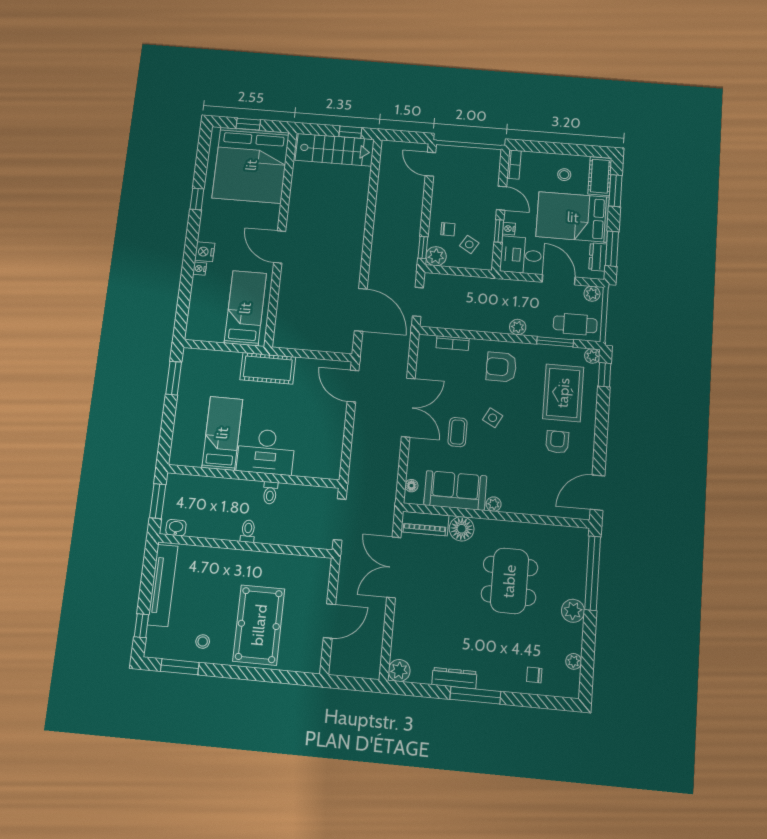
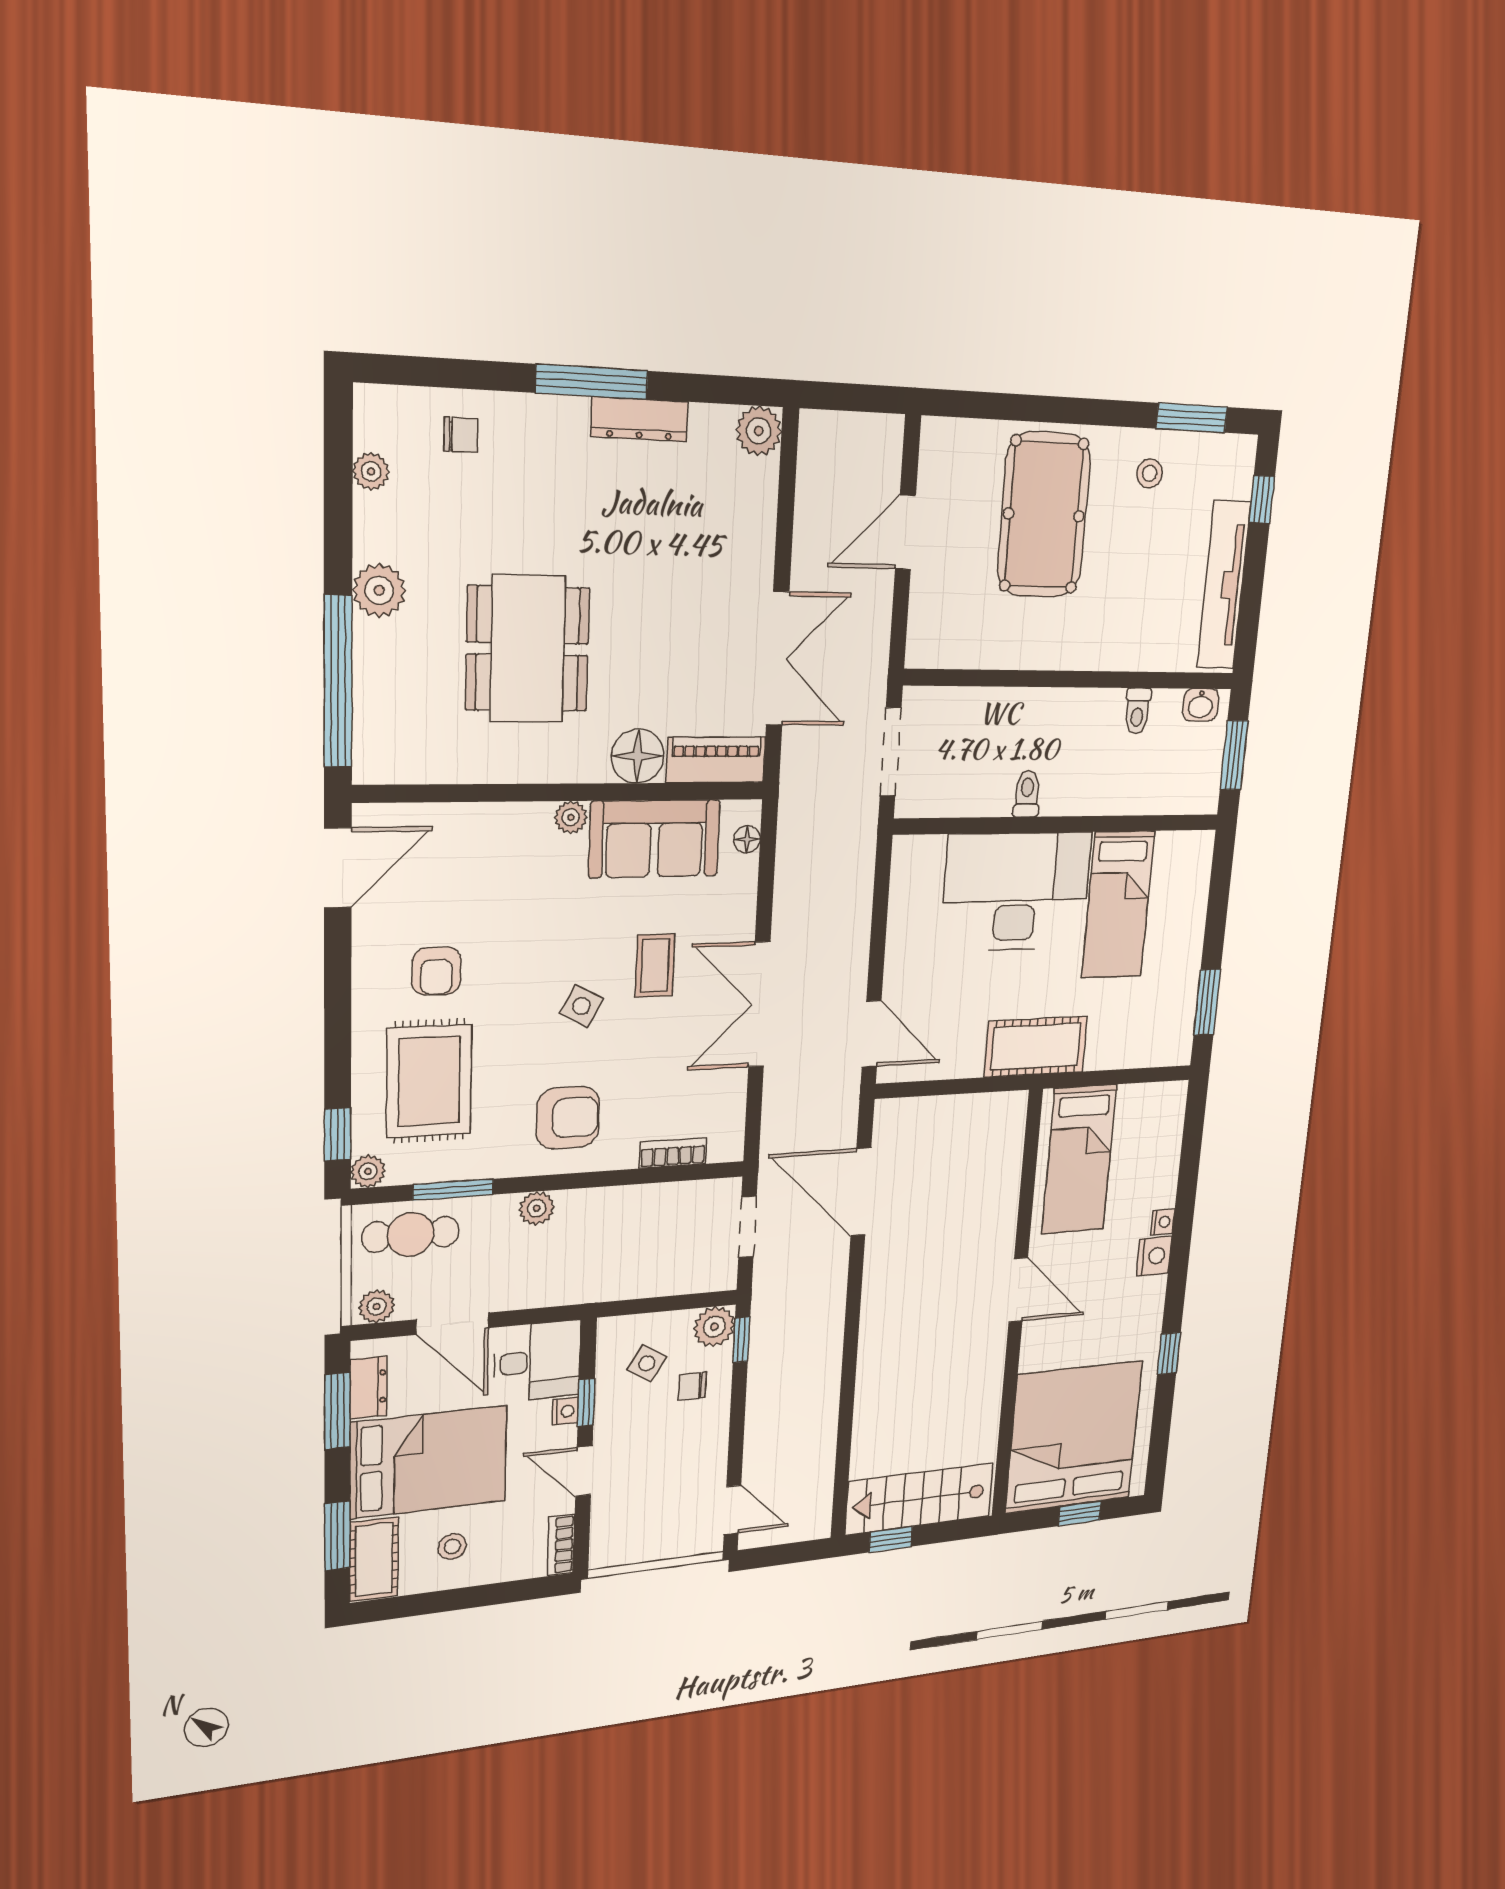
desk: (266, 452) -> (1016, 891), width x1.36, depth x1.30
toilet: (248, 531) -> (1138, 711), moved

